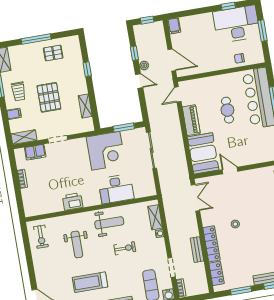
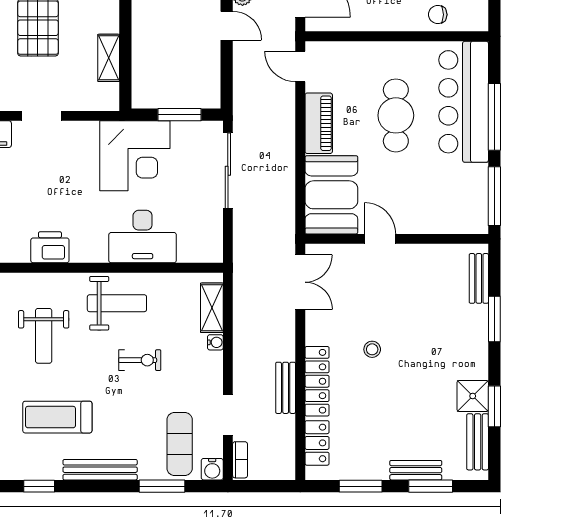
door: (178, 94) -> (300, 67), hinge flipped
cafe table: (227, 110) -> (396, 115), width x1.37, depth x1.35

